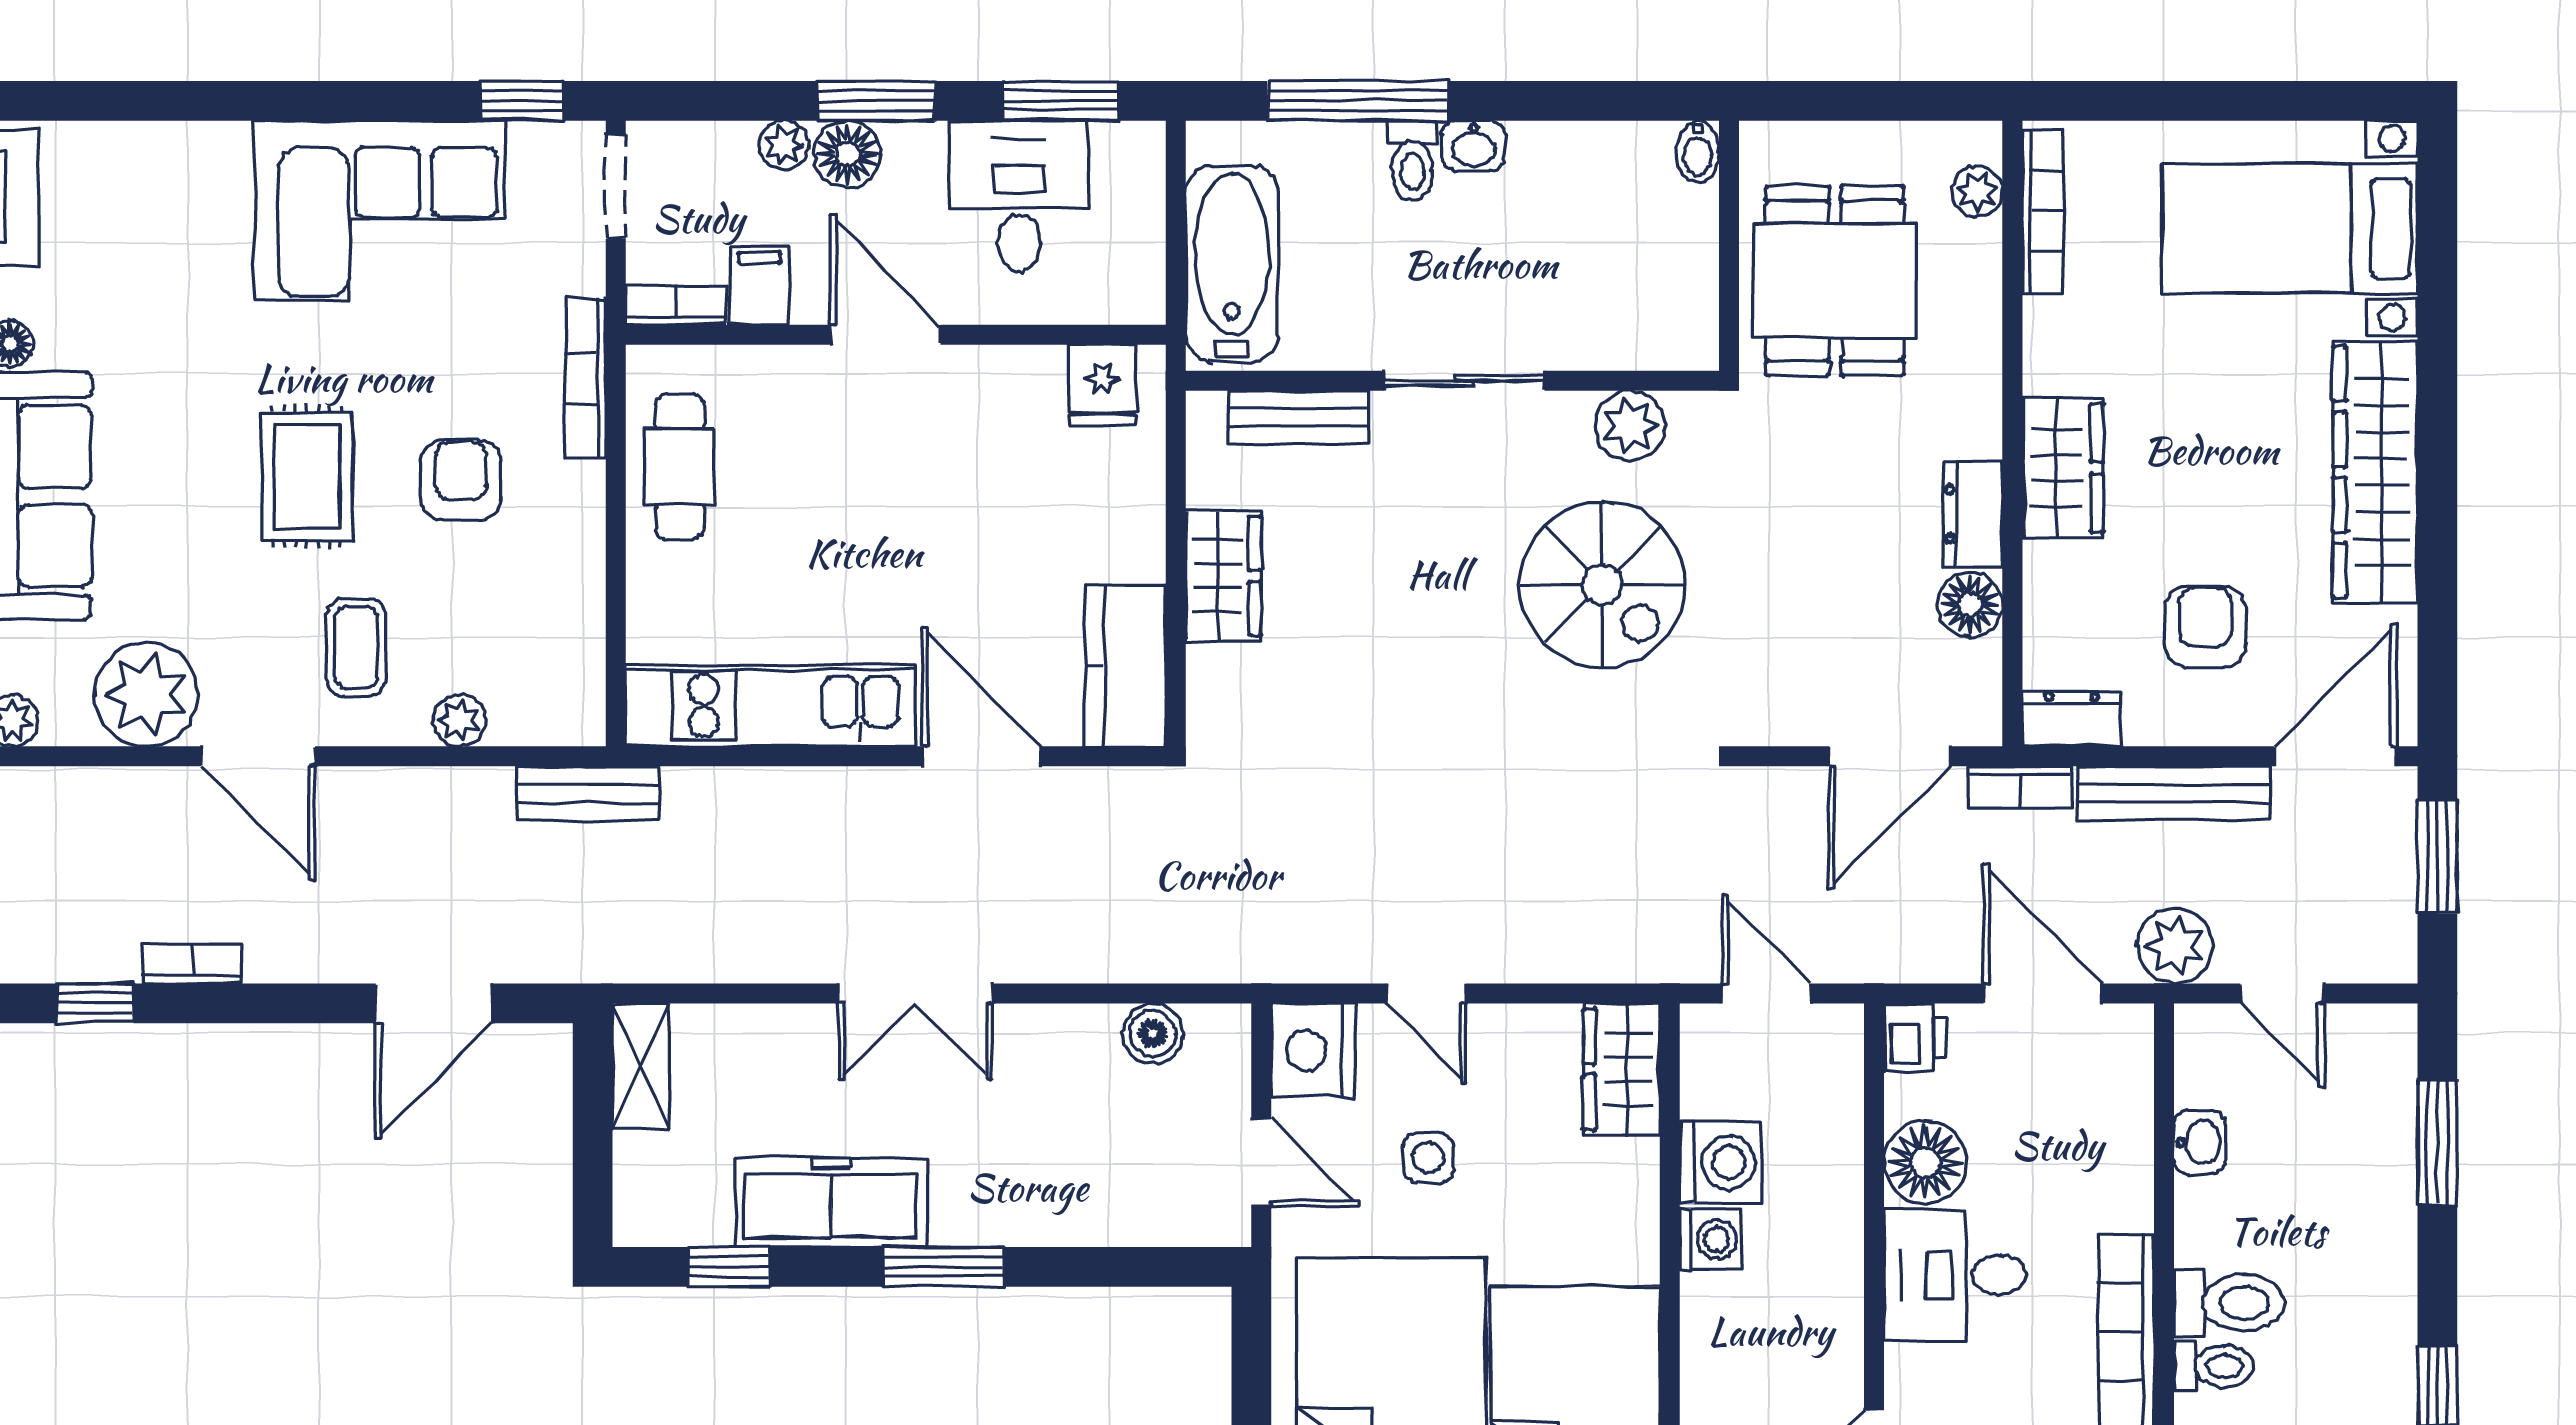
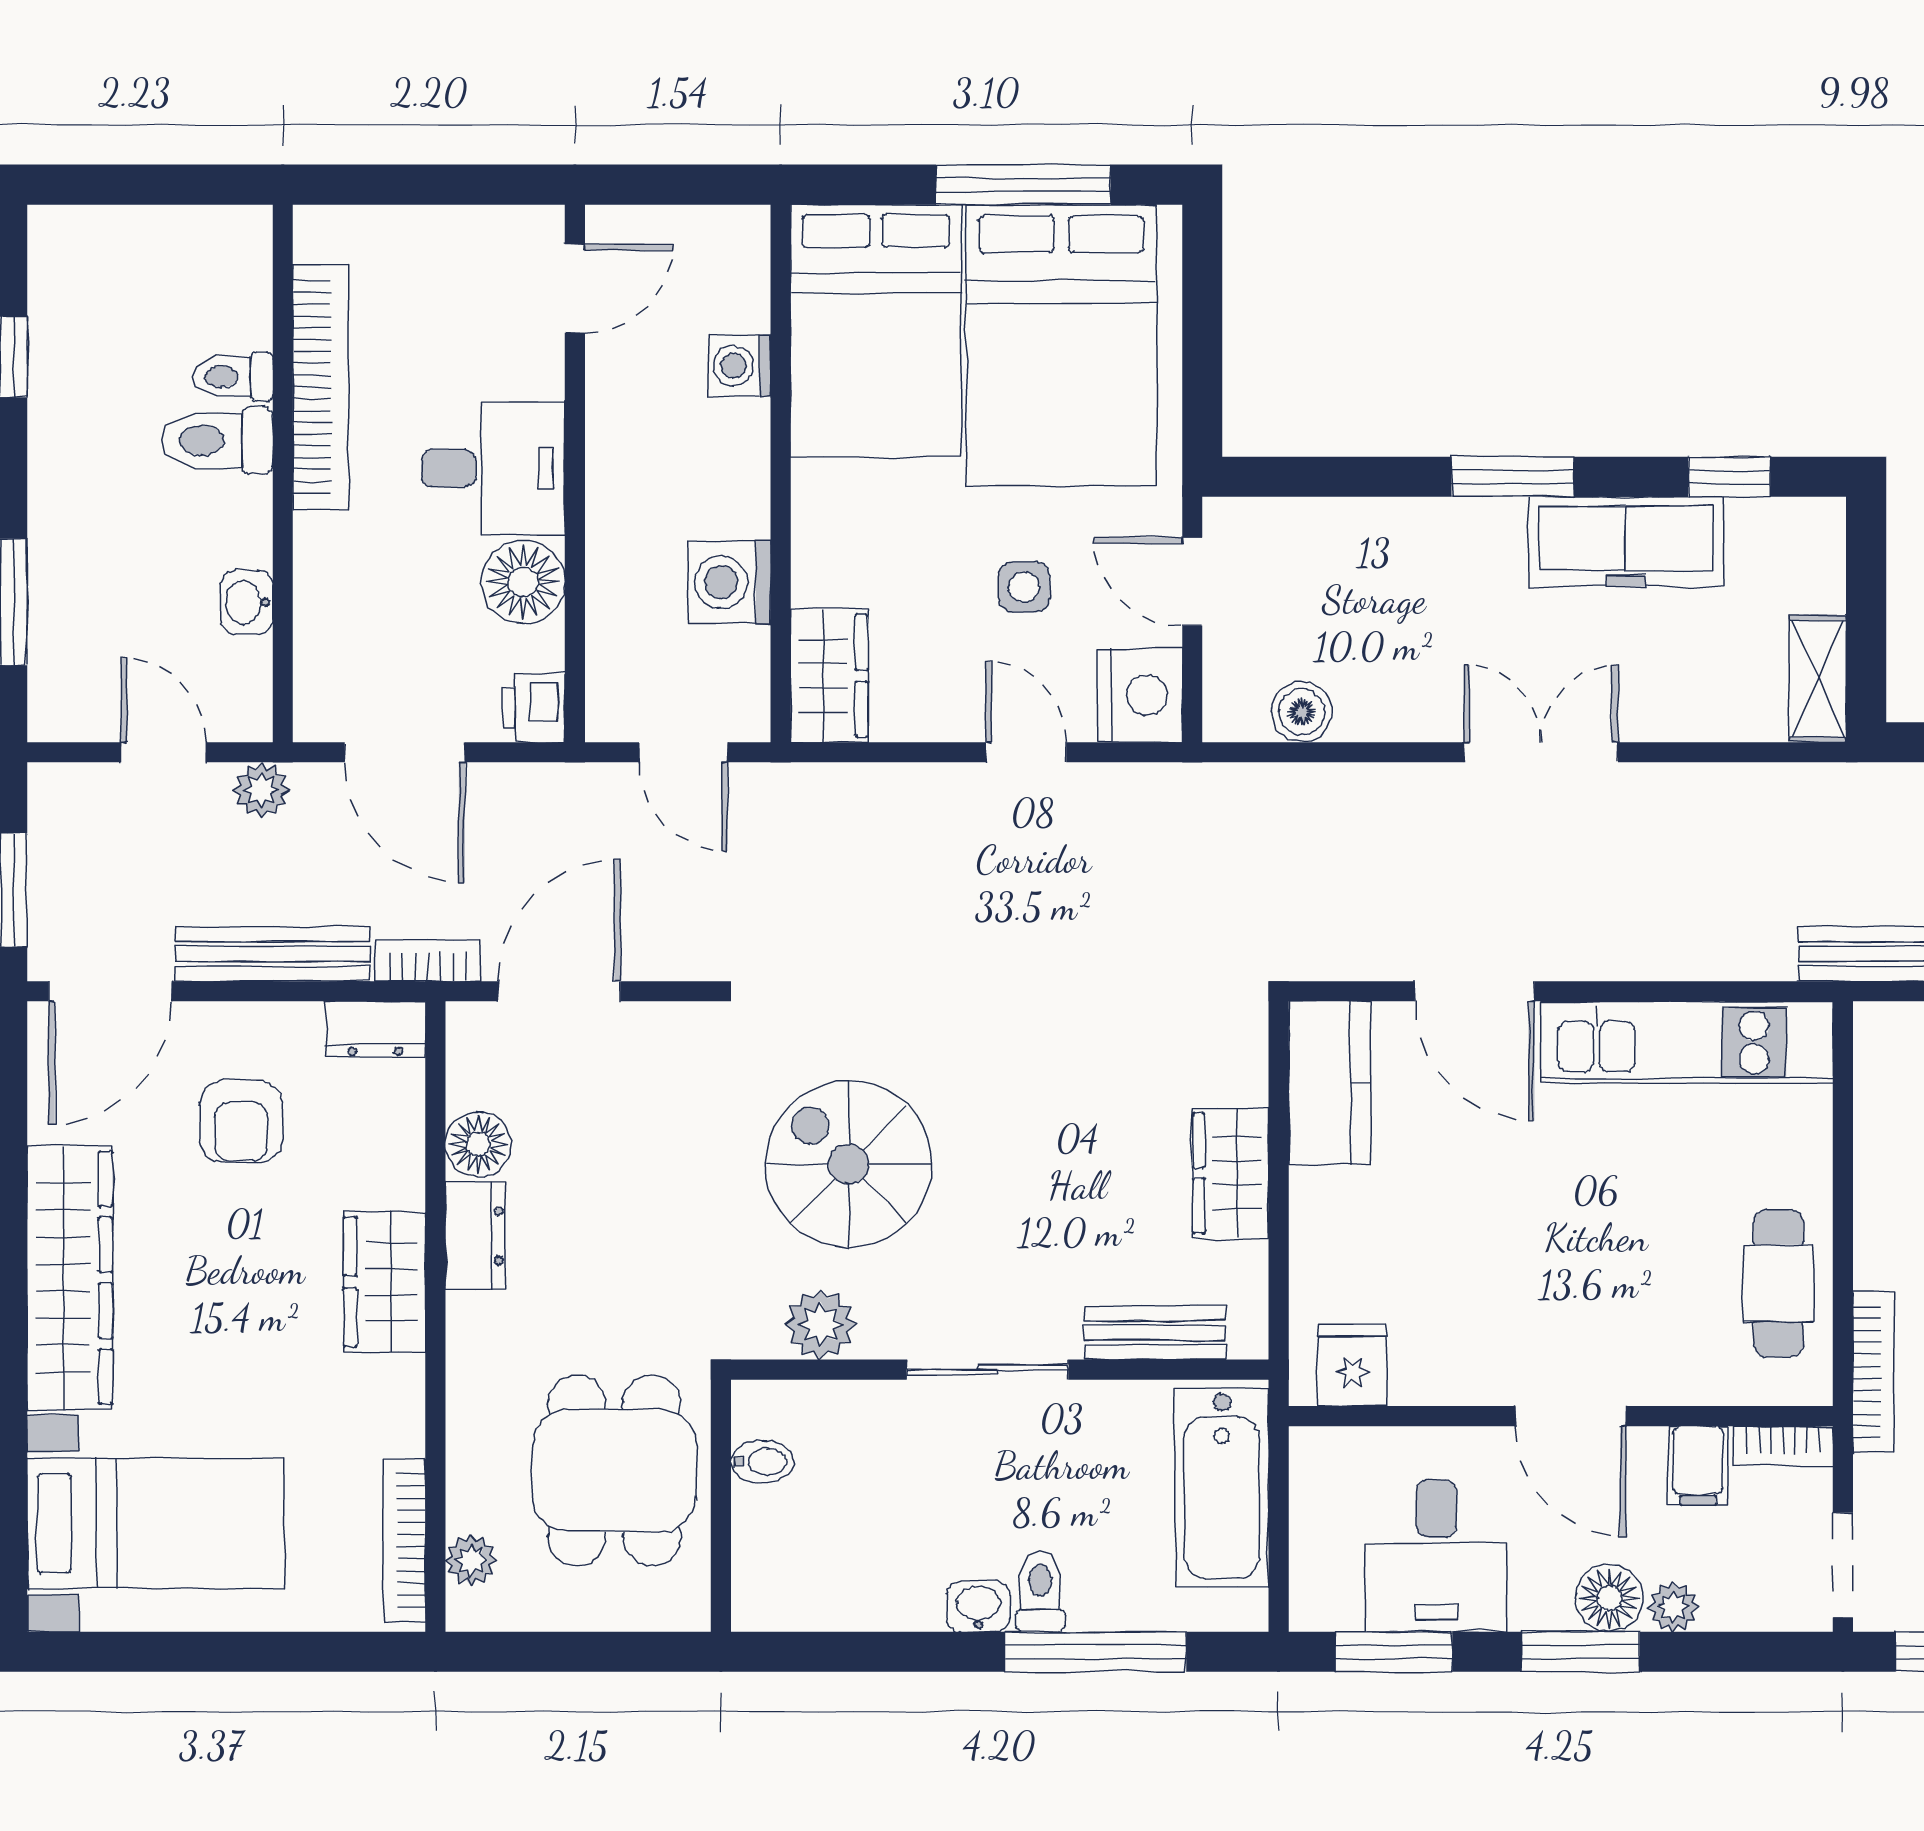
bidet: (1698, 152) -> (762, 1462), moved, turned 90
plant: (2175, 946) -> (261, 790), width x0.73, depth x0.73
washing machine: (1710, 1239) -> (740, 366), moved

